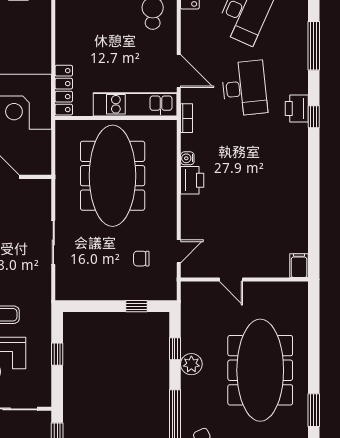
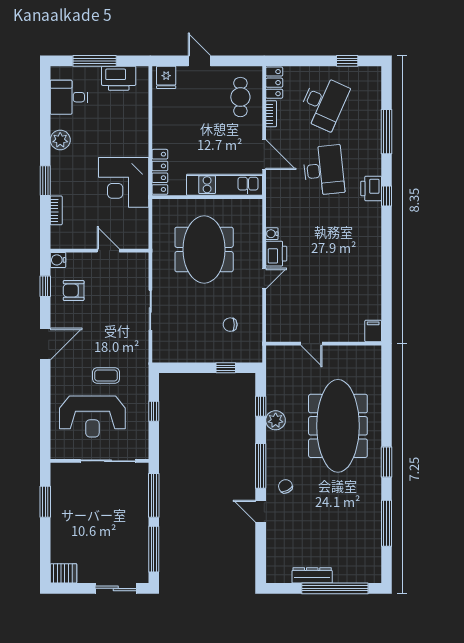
bookcase: (186, 118) -> (271, 114), moved
meeting table: (113, 176) -> (204, 249), width x0.73
door: (179, 251) -> (264, 278), moved

